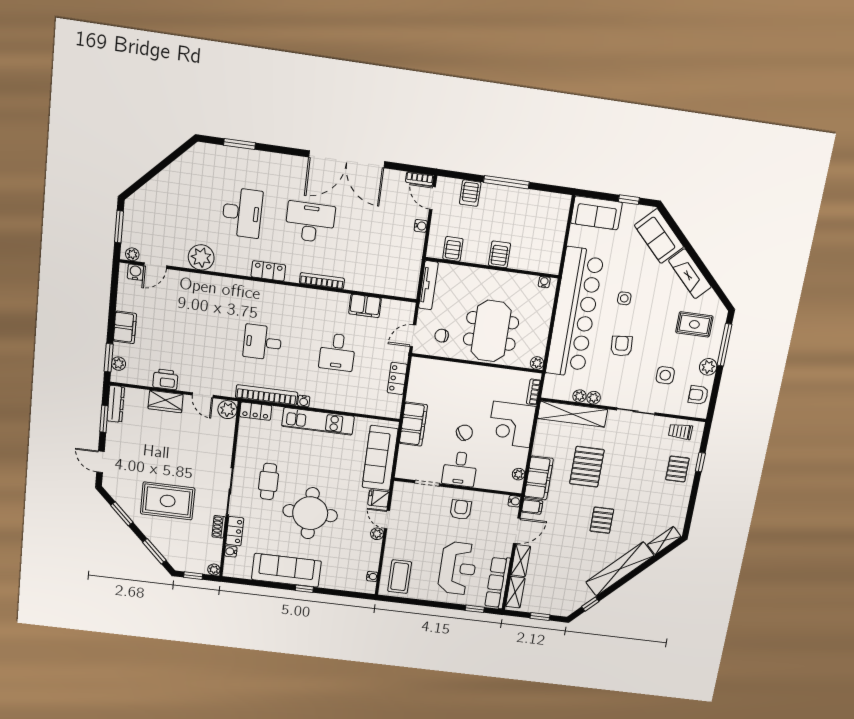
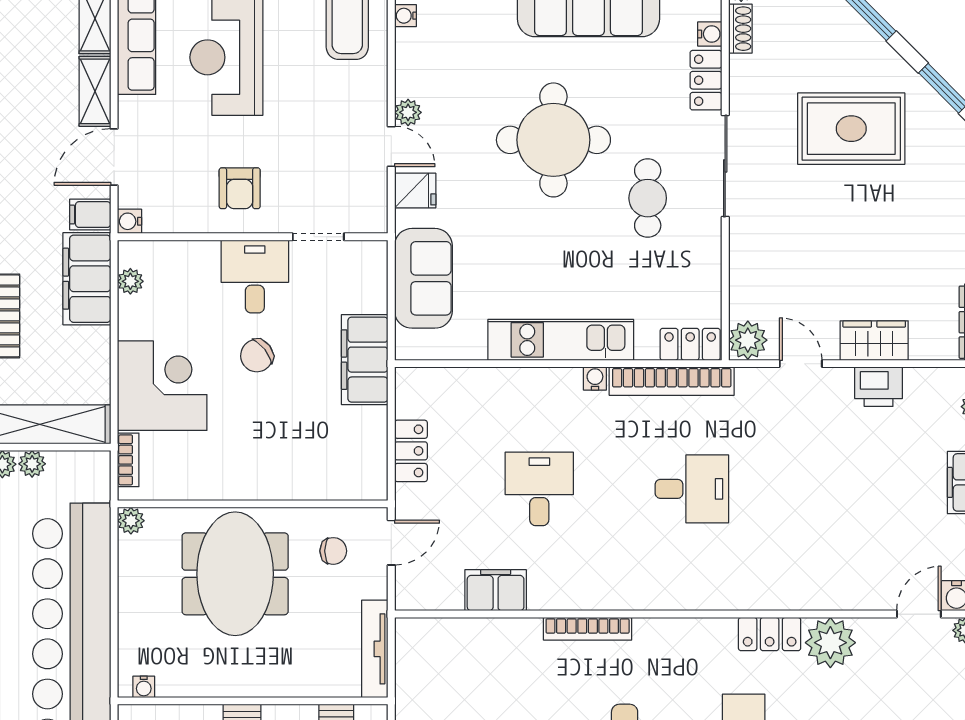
locker: (268, 271) -> (770, 634), moved
sofa: (380, 458) -> (423, 278), width x0.73
shoe rack: (219, 527) -> (740, 29), moved

